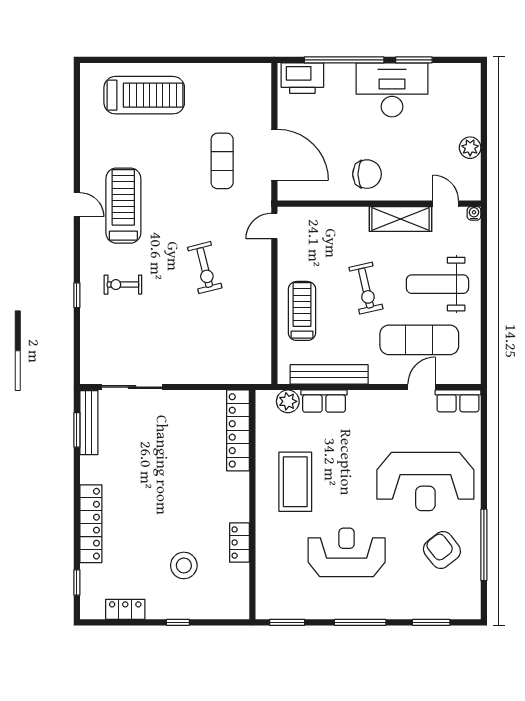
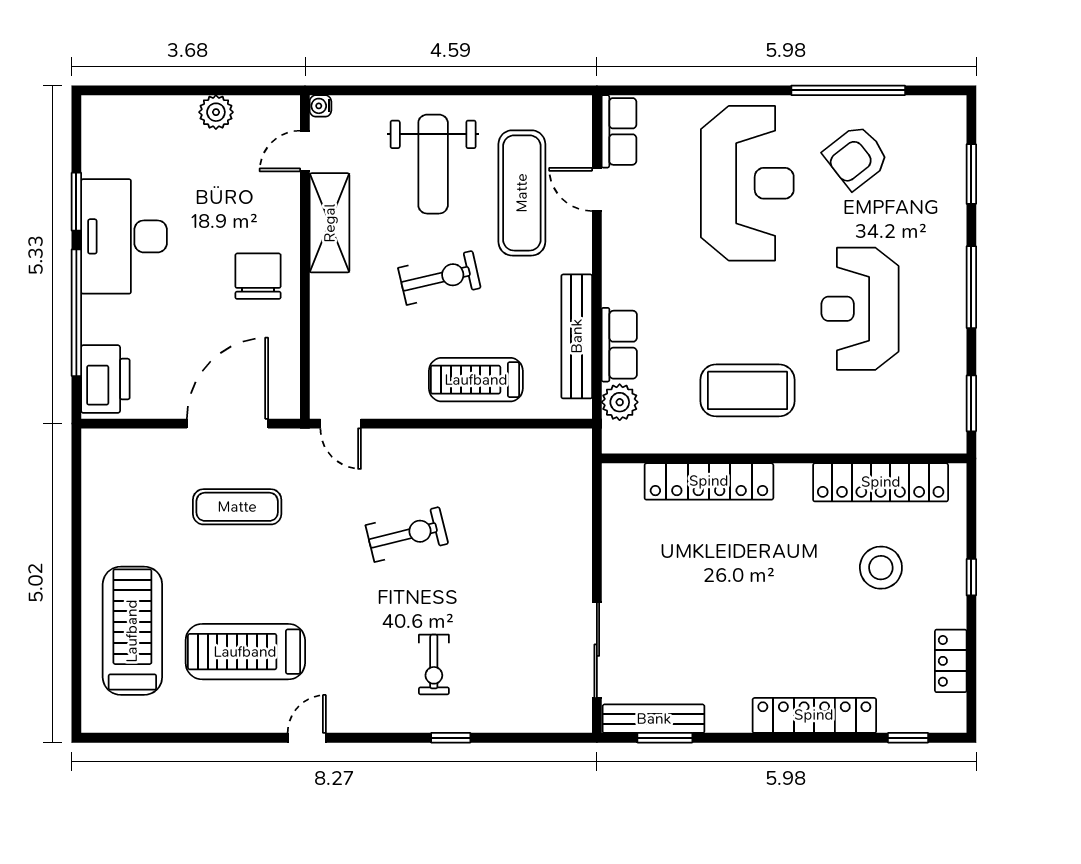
treadmill: (123, 206) -> (245, 652), moved
locker: (238, 430) -> (709, 481), moved
locker: (240, 543) -> (881, 482), width x2.16, depth x1.21

